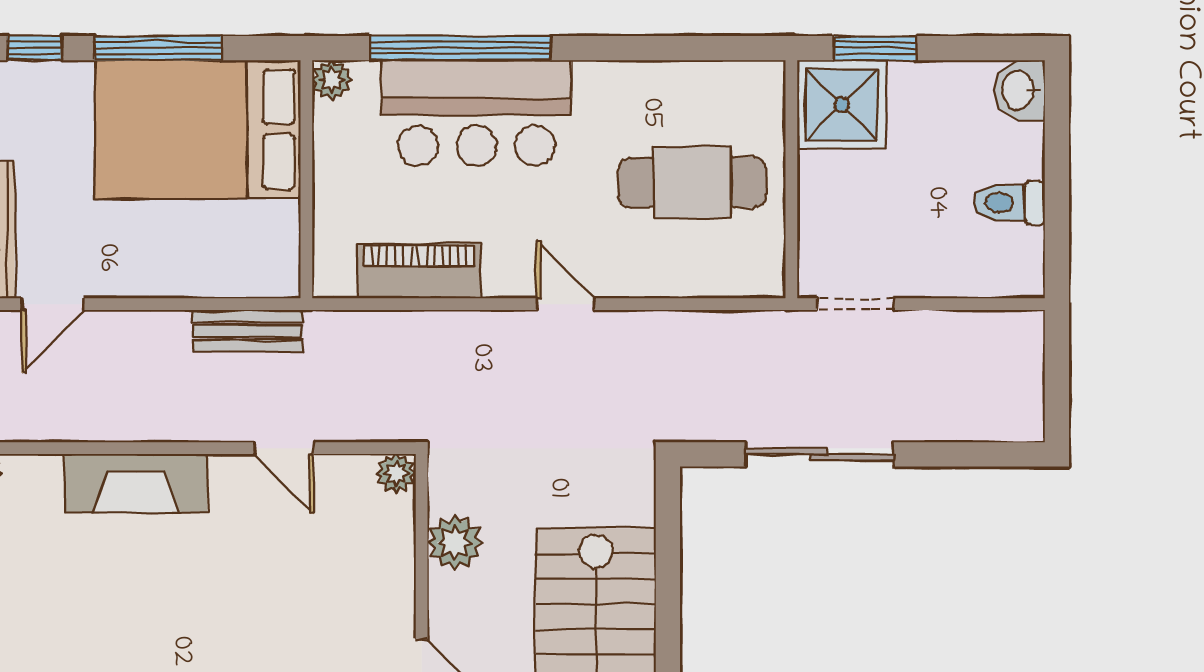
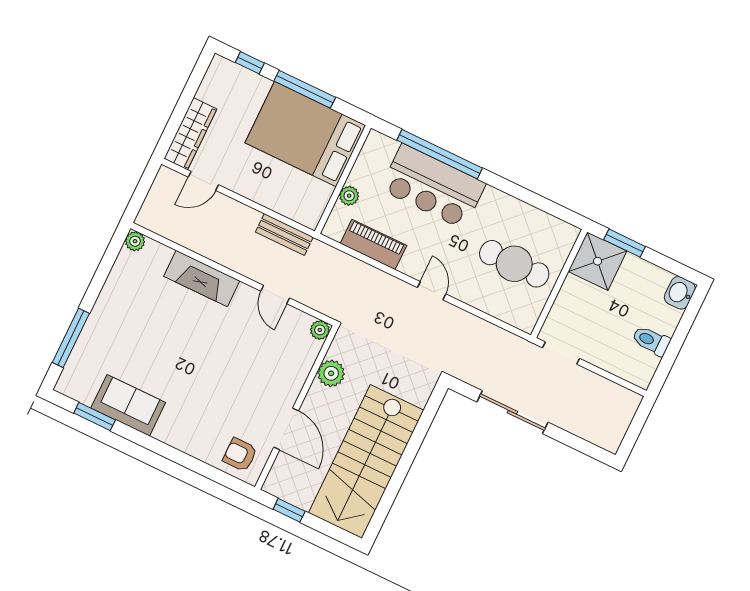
plant: (332, 80) -> (349, 196), moved

